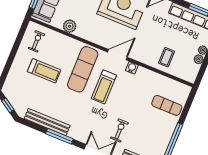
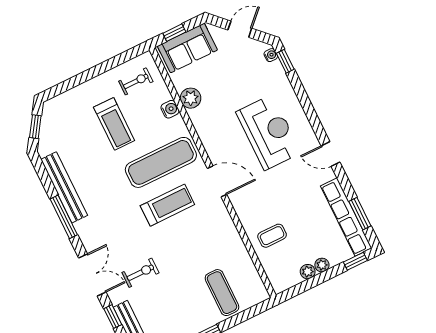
water cooler: (132, 68) -> (170, 109), moved
treadmill: (104, 87) -> (167, 205), turned 180

